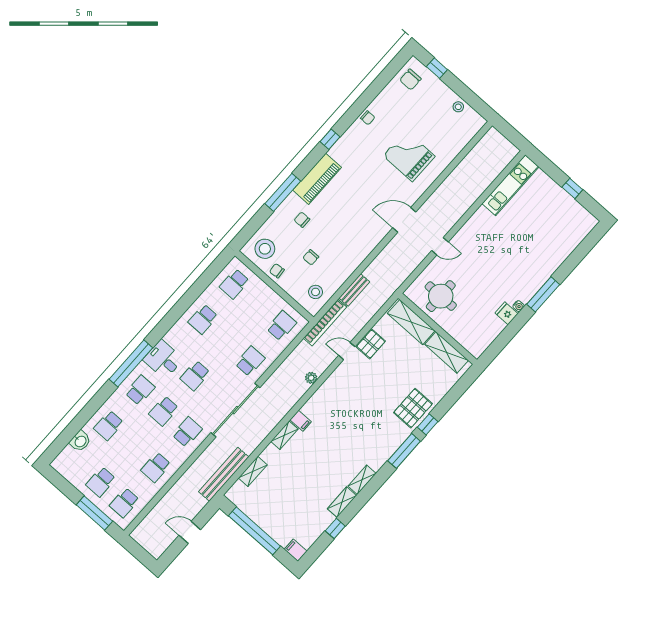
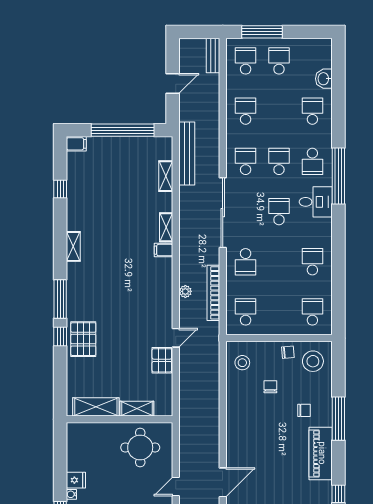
bench: (354, 290) -> (213, 55), moved
shelving: (411, 322) -> (137, 409), width x0.67, depth x0.75
bookcase: (325, 323) -> (213, 293), moved
school desk: (282, 326) -> (246, 312), turned 180
school desk: (187, 432) -> (246, 161), turned 180
shelving: (342, 502) -> (74, 215), removed

